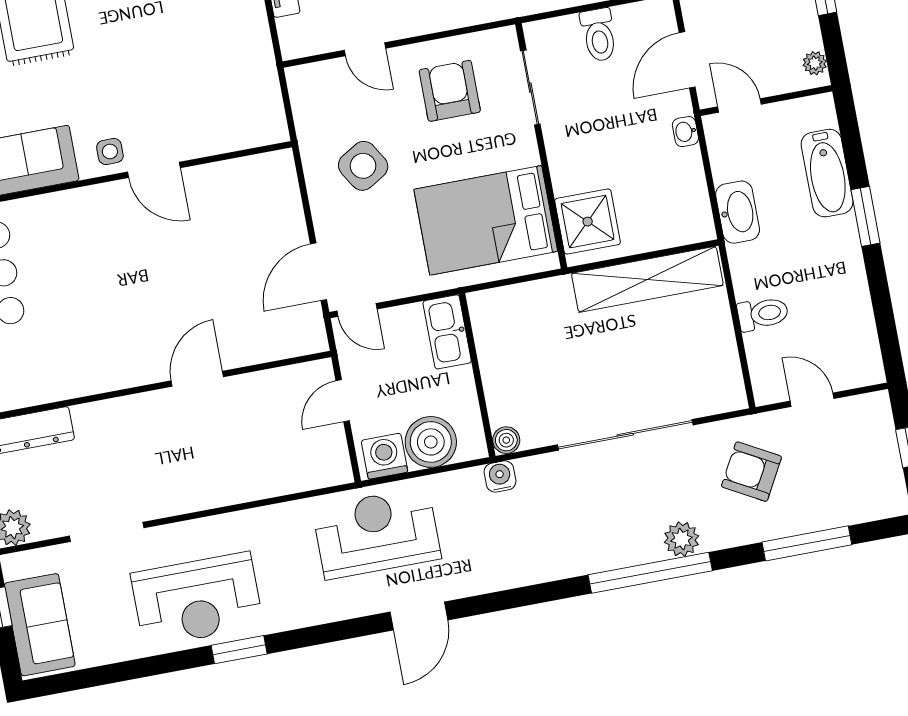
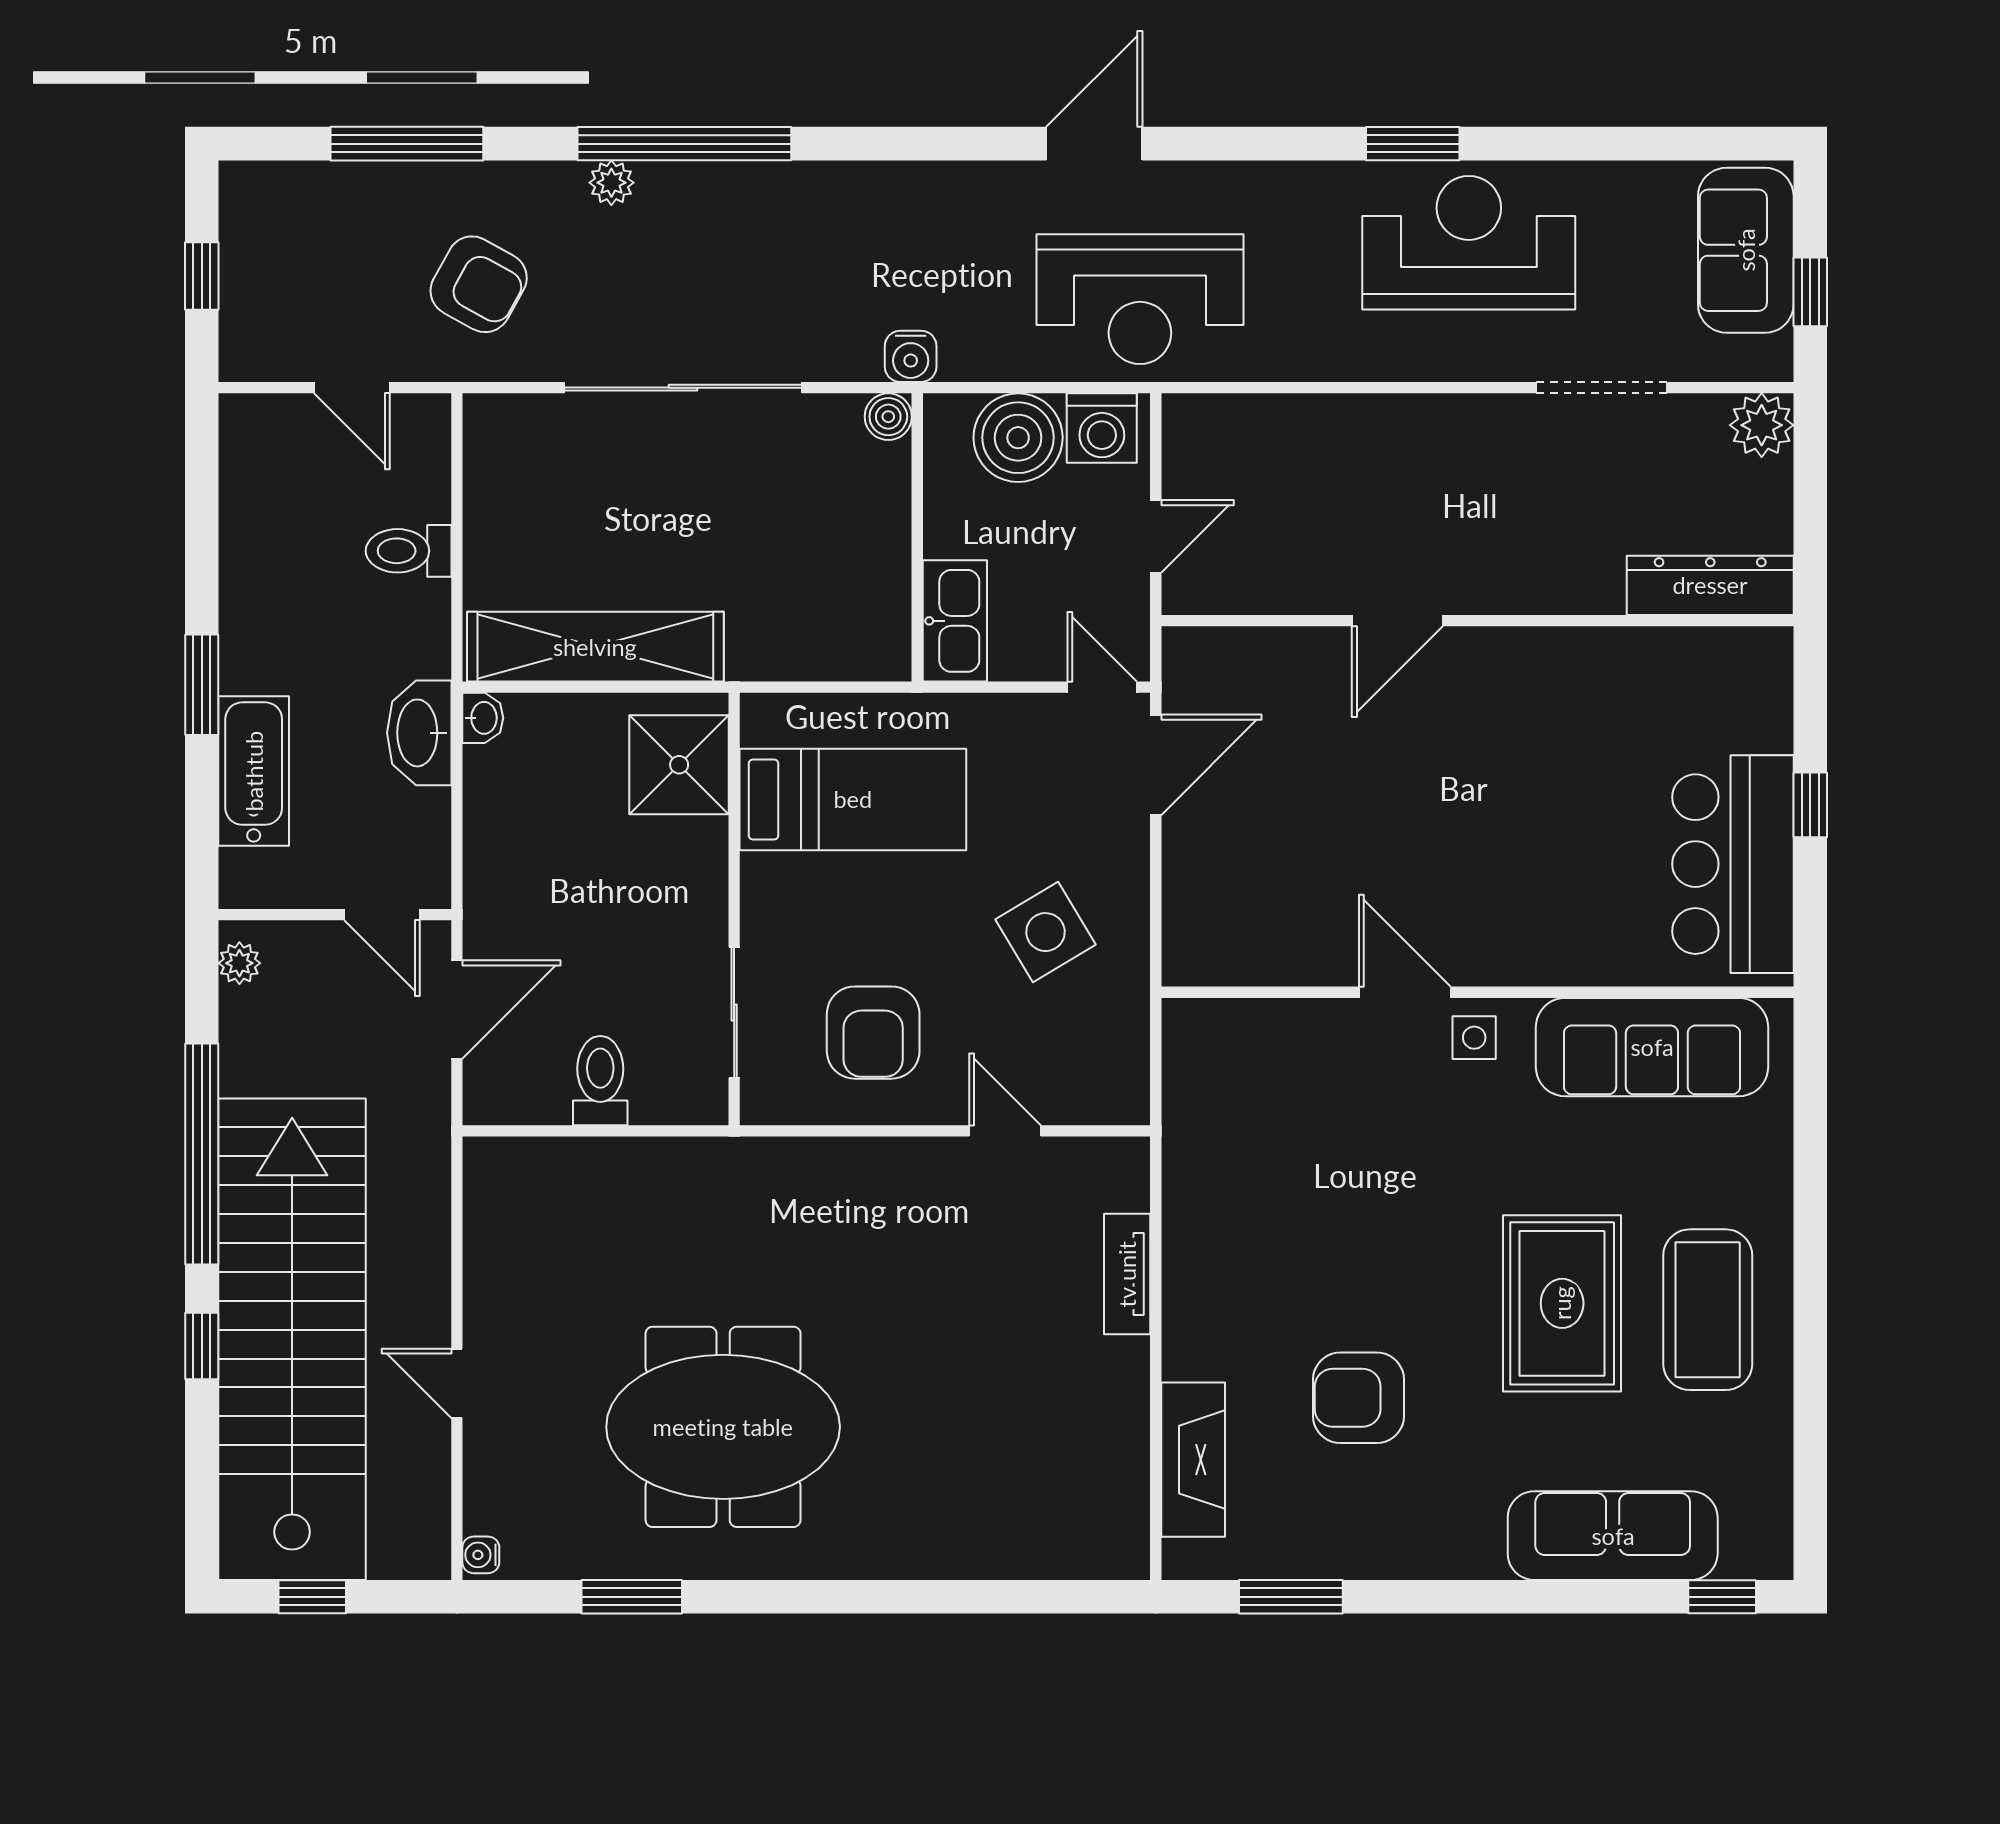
washbasin: (685, 132) -> (483, 718), moved
bed: (486, 220) -> (853, 799), width x0.67
plant: (682, 539) -> (611, 183), width x0.73, depth x0.73

